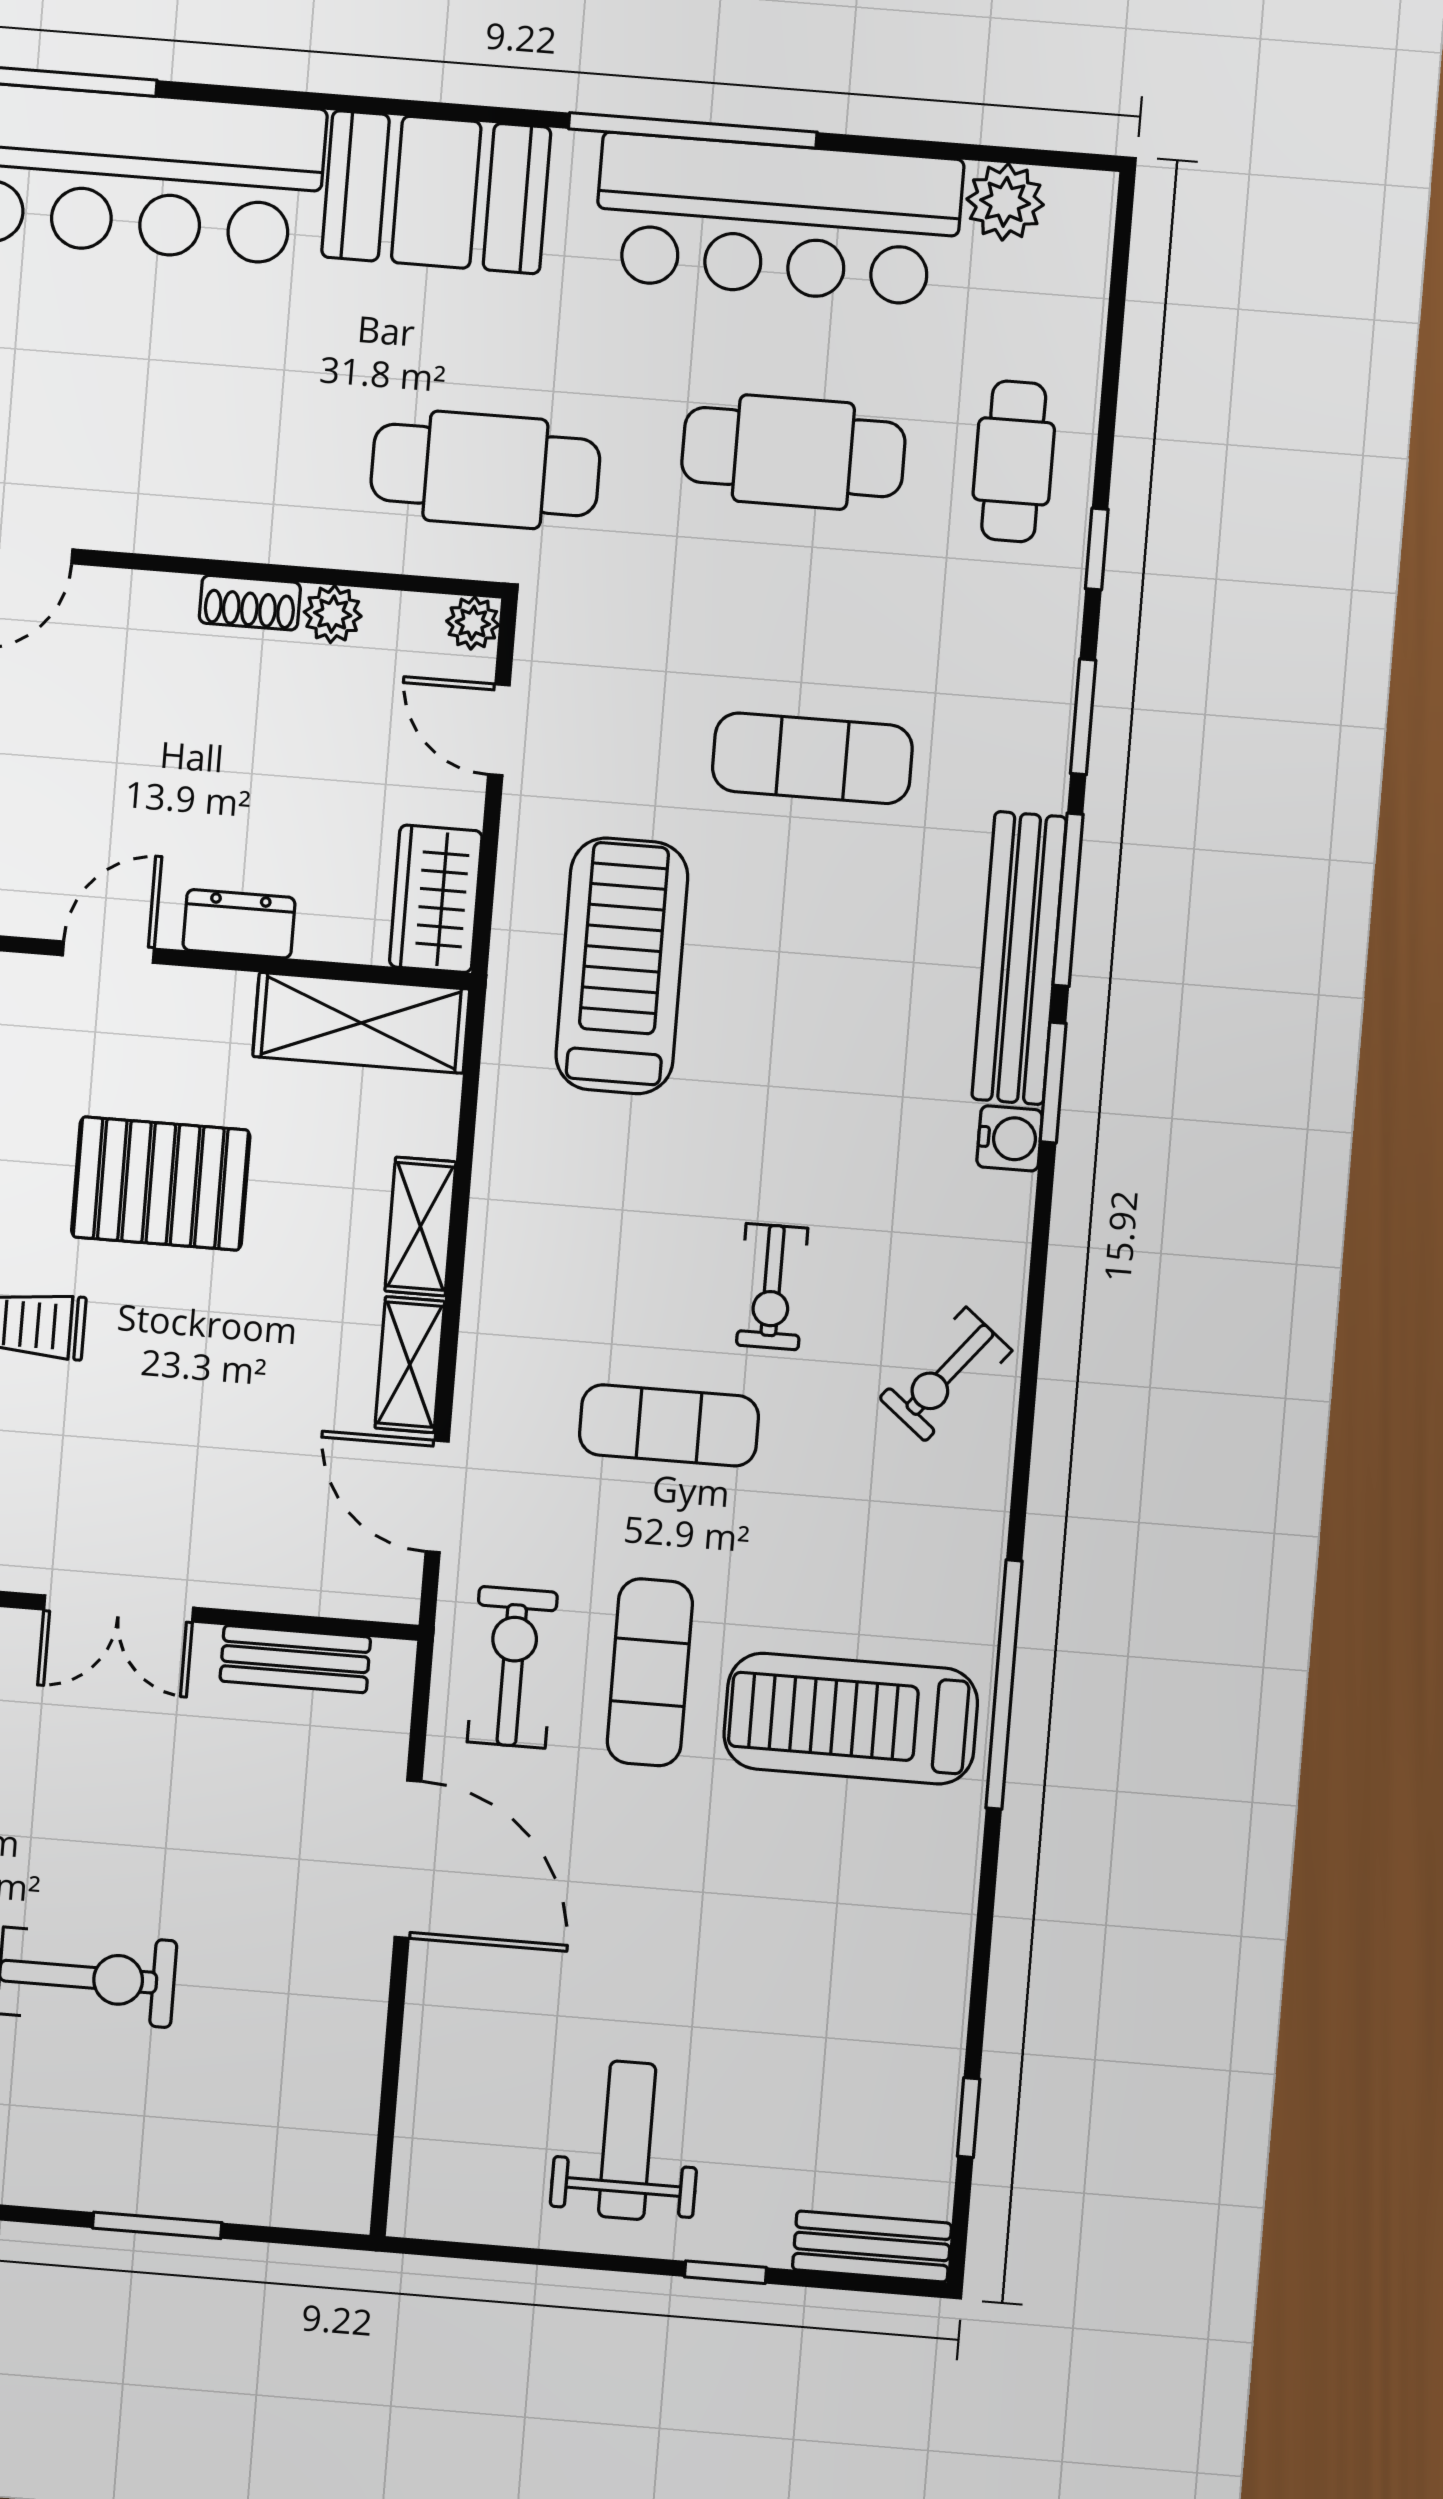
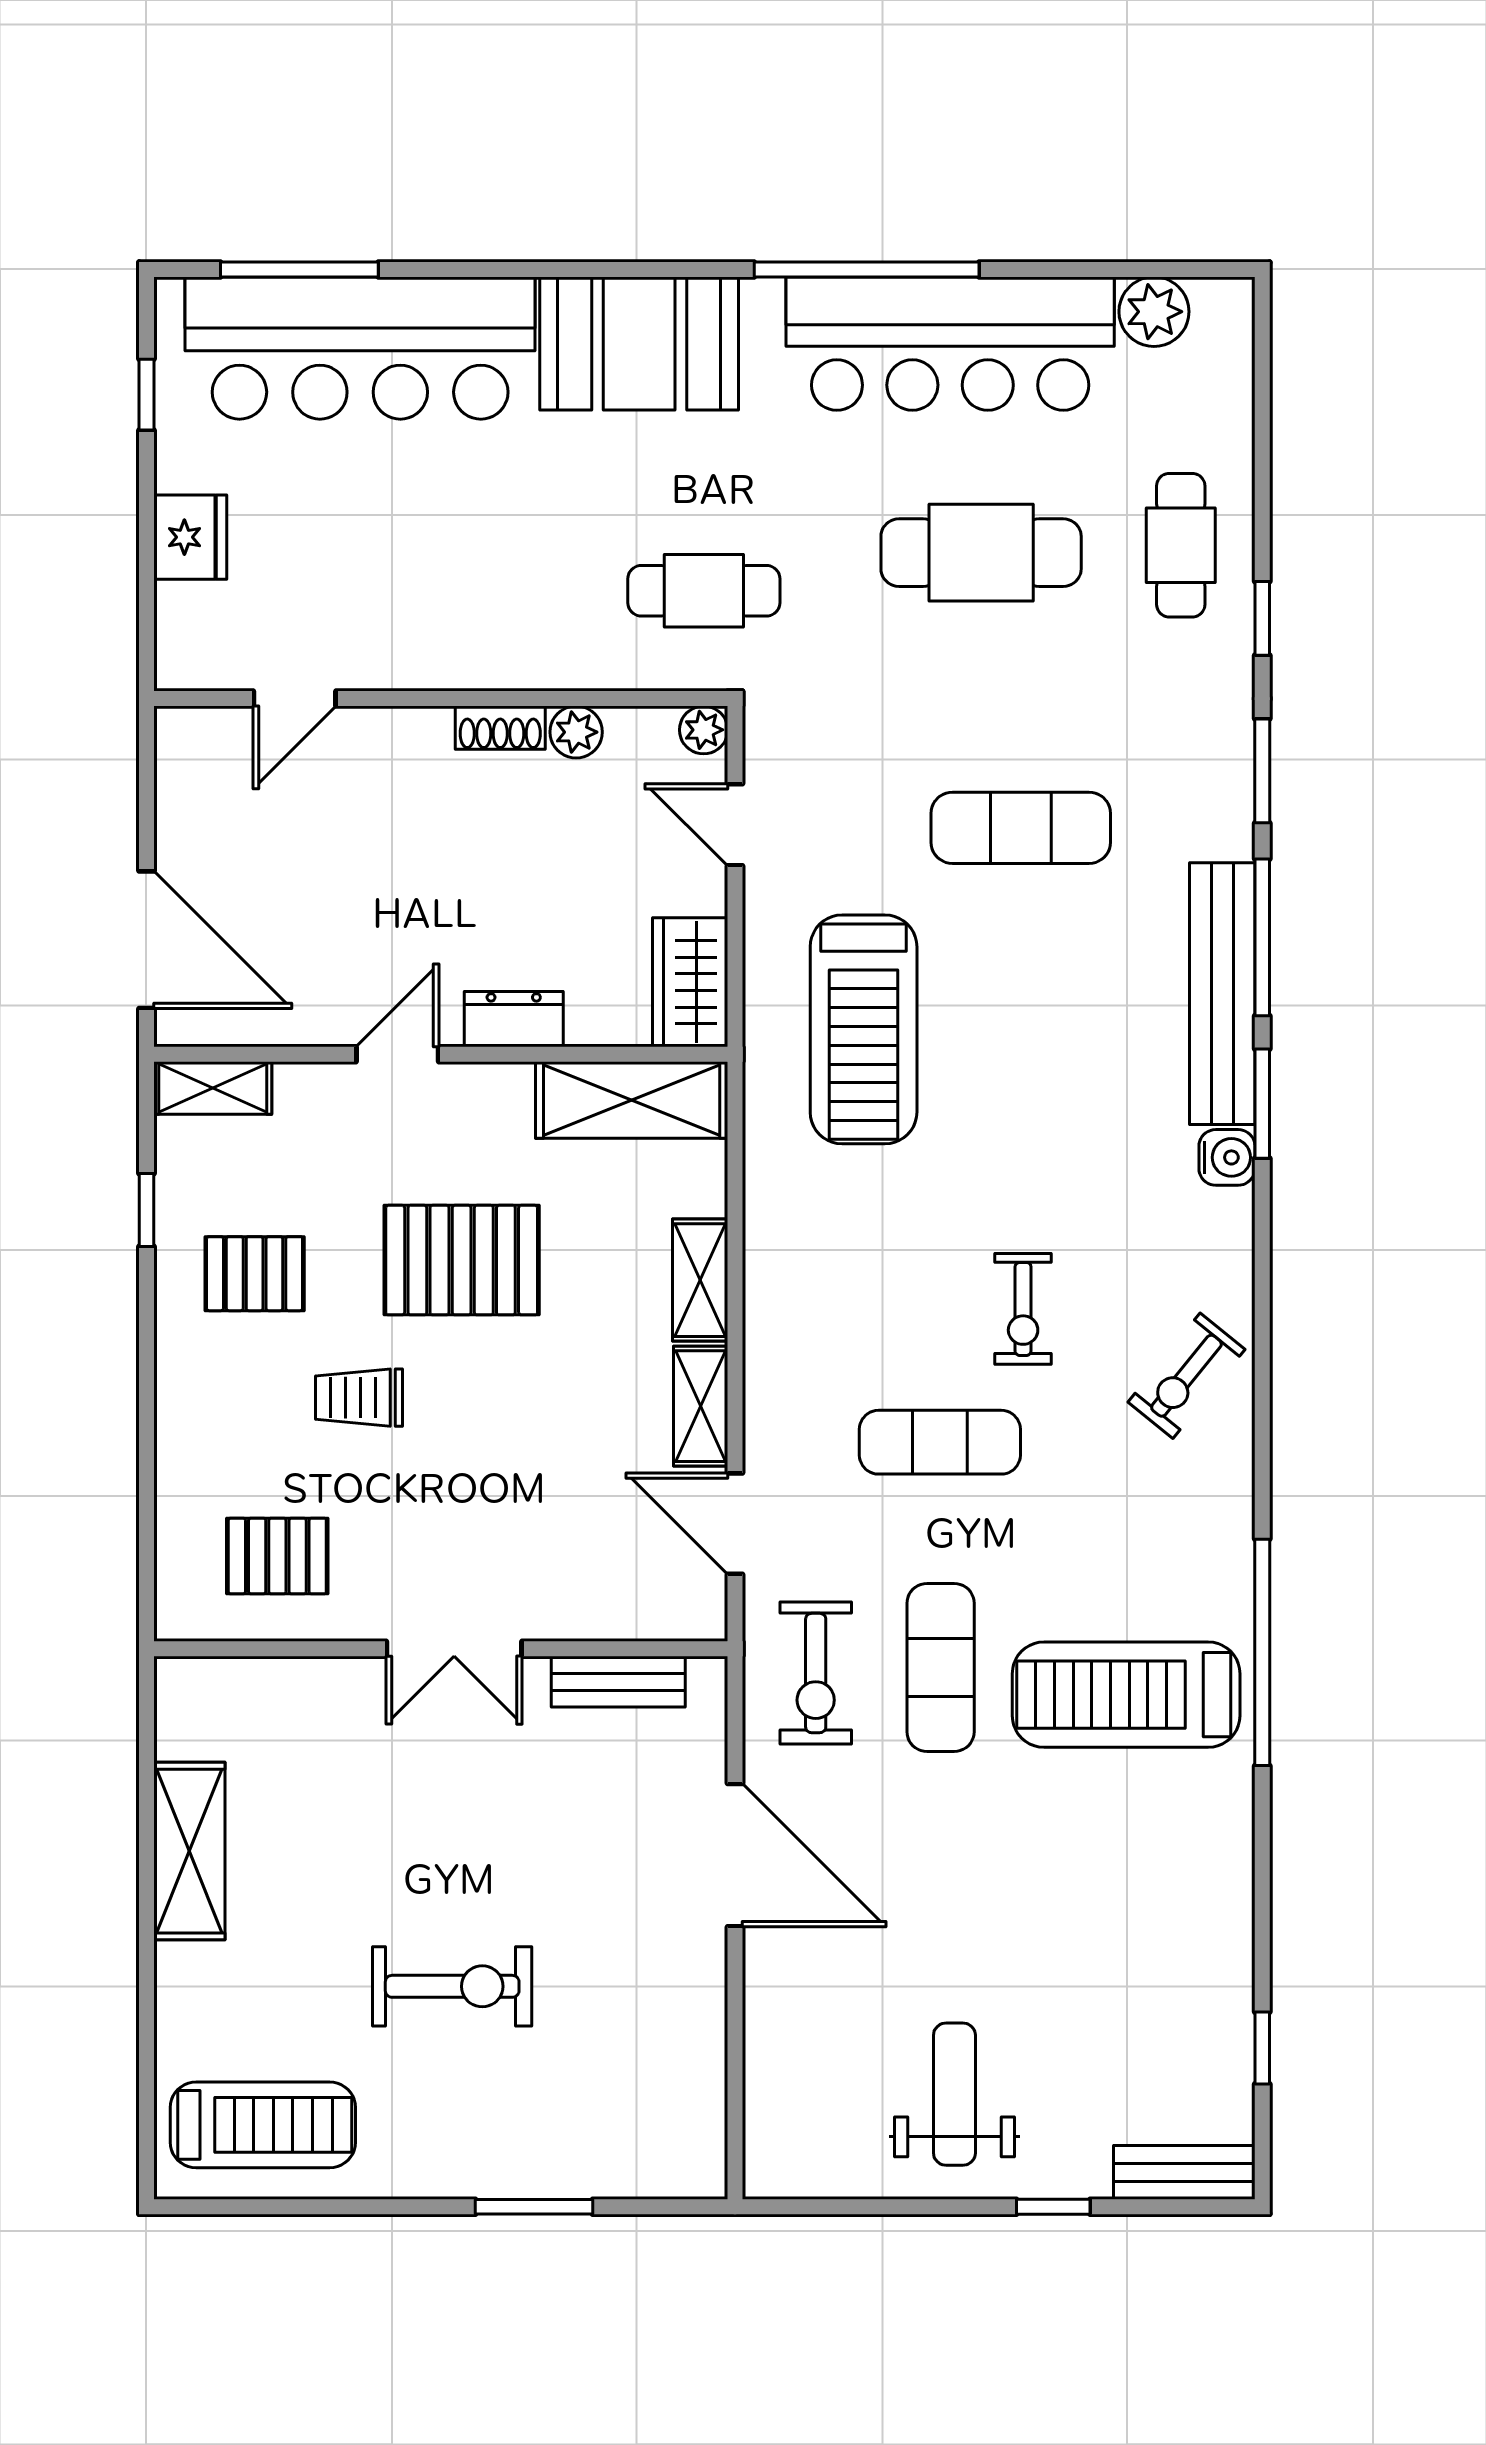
cafe table: (485, 470) -> (704, 591), width x0.73, depth x0.74
treadmill: (622, 966) -> (864, 1029), turned 180
exercise bike: (512, 1667) -> (816, 1673), turned 180

